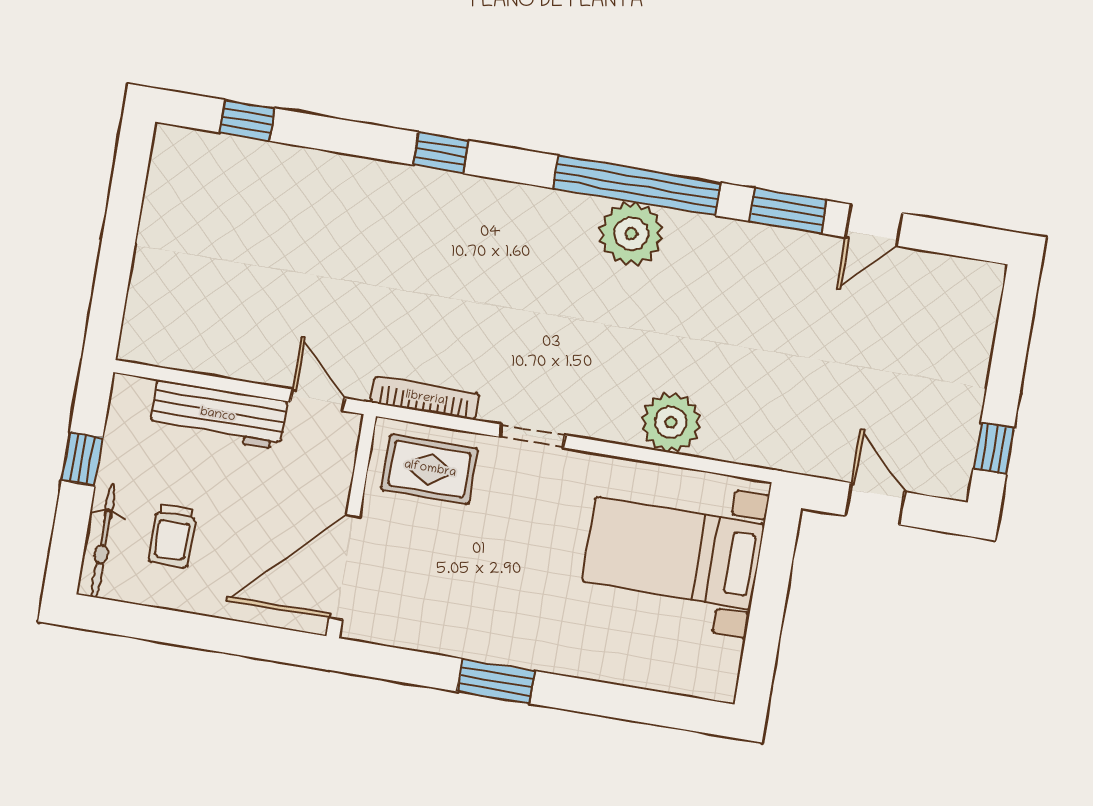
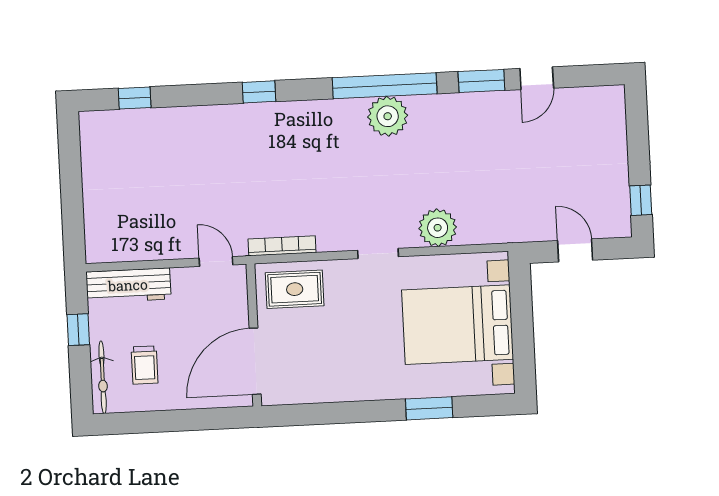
workbench: (218, 415) -> (128, 285), moved
doorway: (532, 436) -> (378, 254), moved
bed with nightstands: (673, 553) -> (458, 325), width x1.36
window: (496, 681) -> (429, 408), moved

